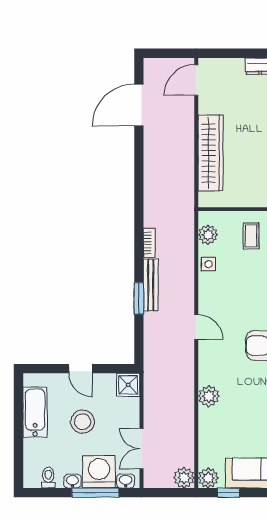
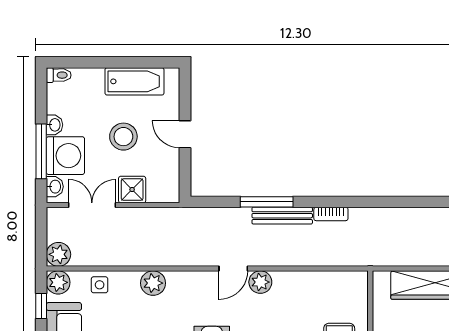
plant: (208, 235) -> (260, 282), moved
side table: (208, 264) -> (100, 285), moved
window: (139, 298) -> (267, 202), width x1.44
door: (81, 369) -> (185, 134), hinge flipped
shower: (128, 385) -> (132, 190), moved
toilet: (48, 477) -> (59, 75), moved

